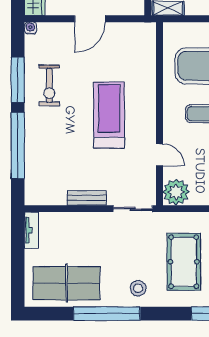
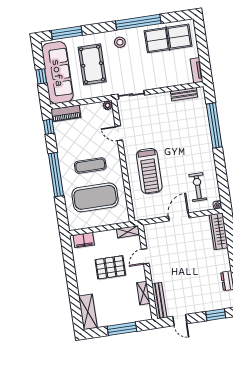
window: (18, 80) -> (221, 169), removed
exercise bike: (49, 85) -> (198, 187), moved
treadmill: (109, 115) -> (149, 171), moved
plant: (176, 192) -> (108, 105), width x0.53, depth x0.53
bench: (87, 198) -> (184, 94), moved

